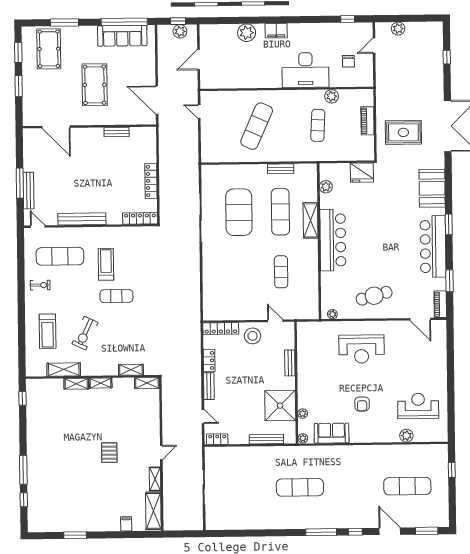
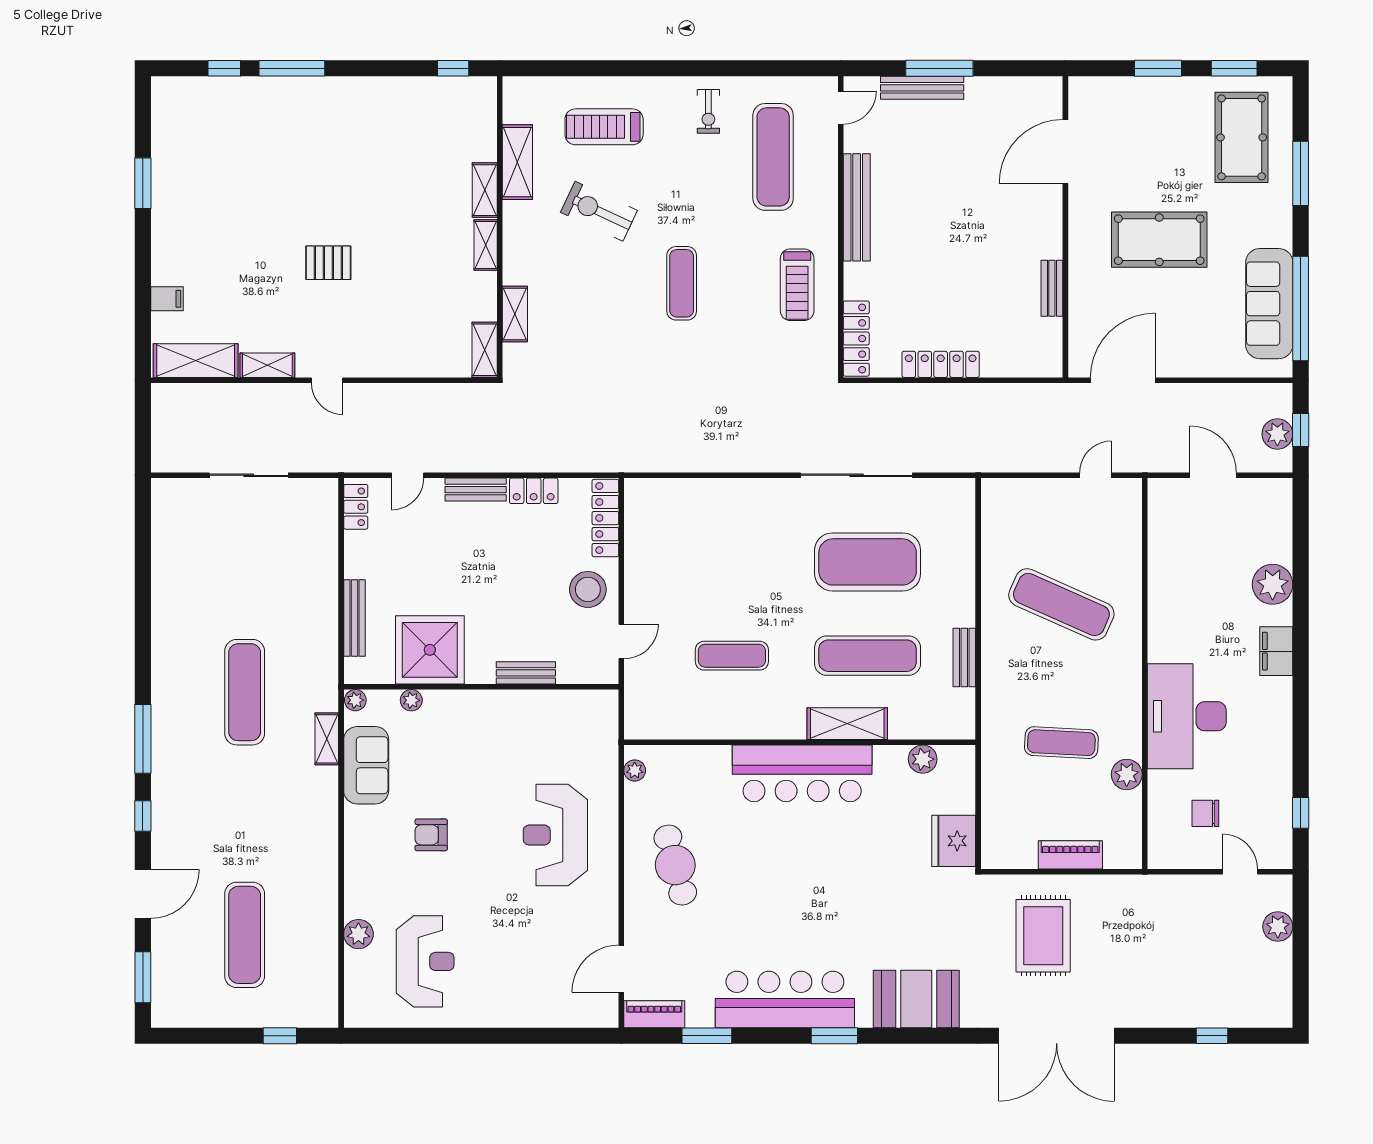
pool table: (49, 49) -> (1242, 137), turned 90
treadmill: (106, 264) -> (797, 285), moved, turned 90
shelving: (320, 451) -> (327, 739), added

